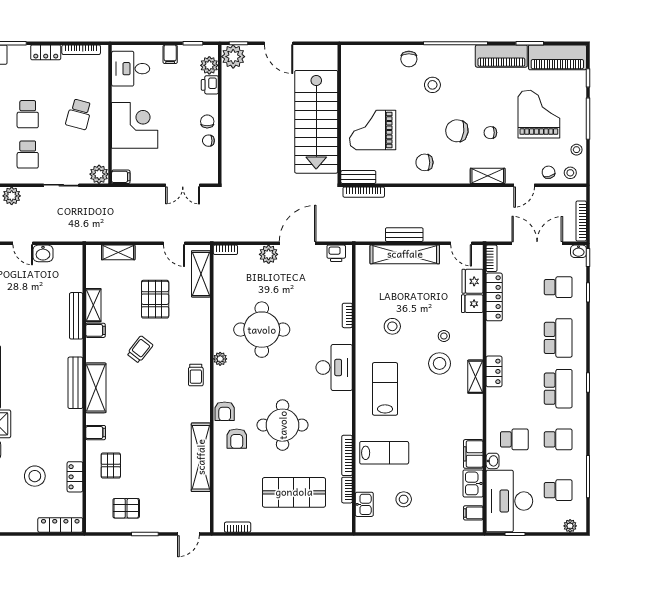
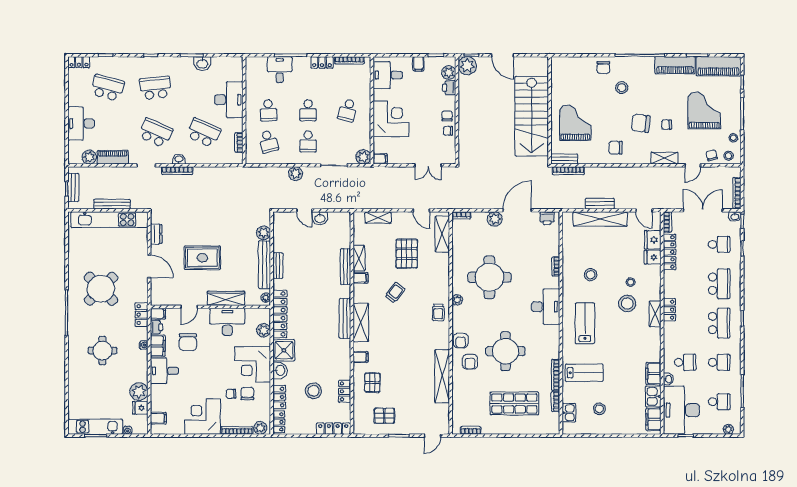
grand piano: (373, 130) -> (575, 123), turned 90
filing cabinet: (473, 513) -> (653, 419), width x2.00

